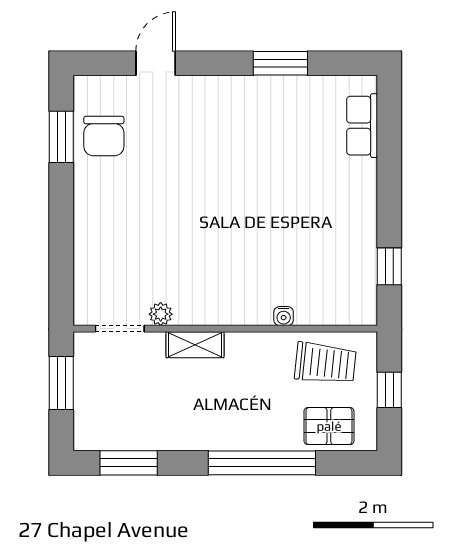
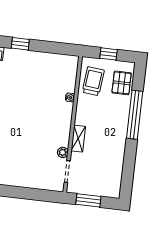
window: (389, 266) -> (20, 44), moved
window: (129, 463) -> (128, 174), removed

